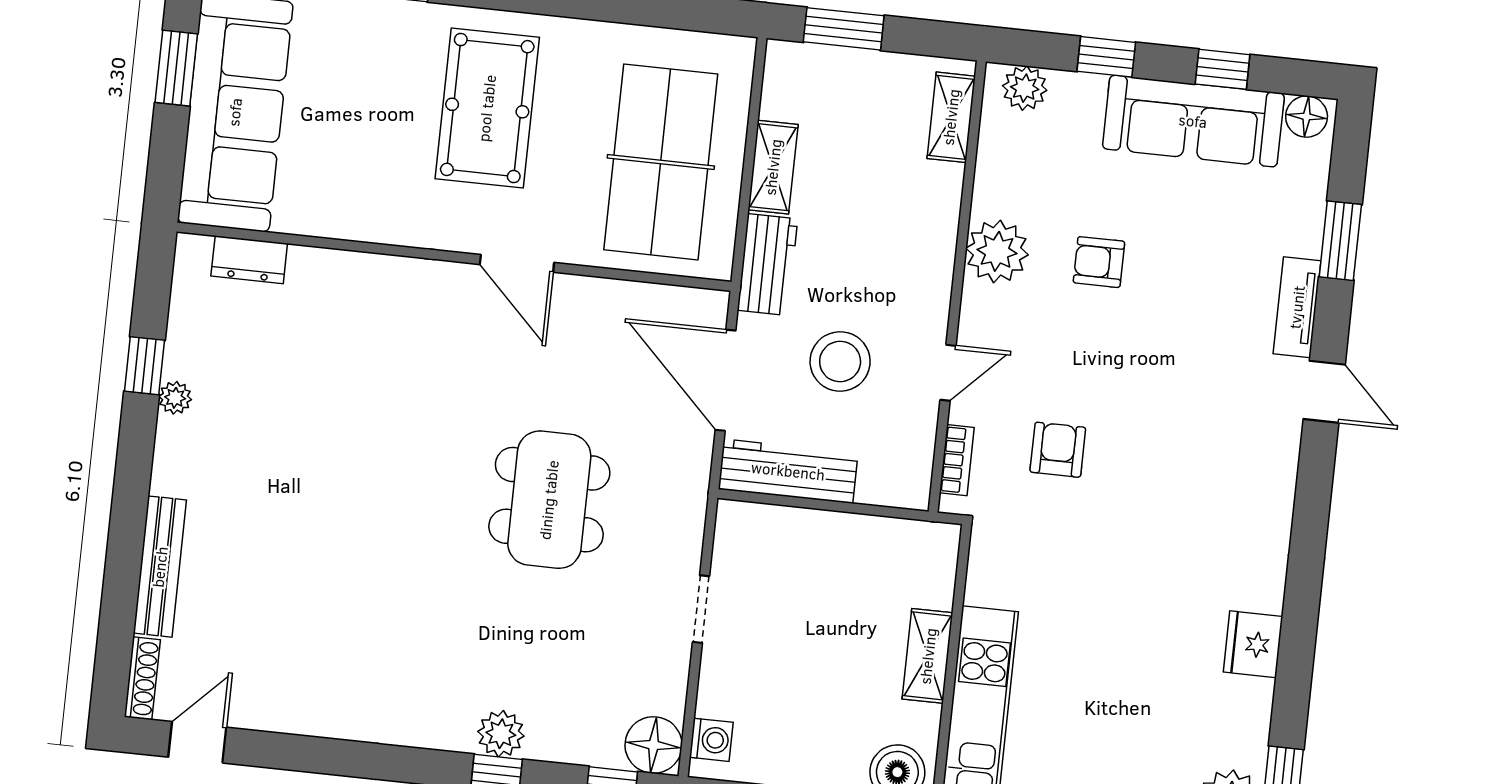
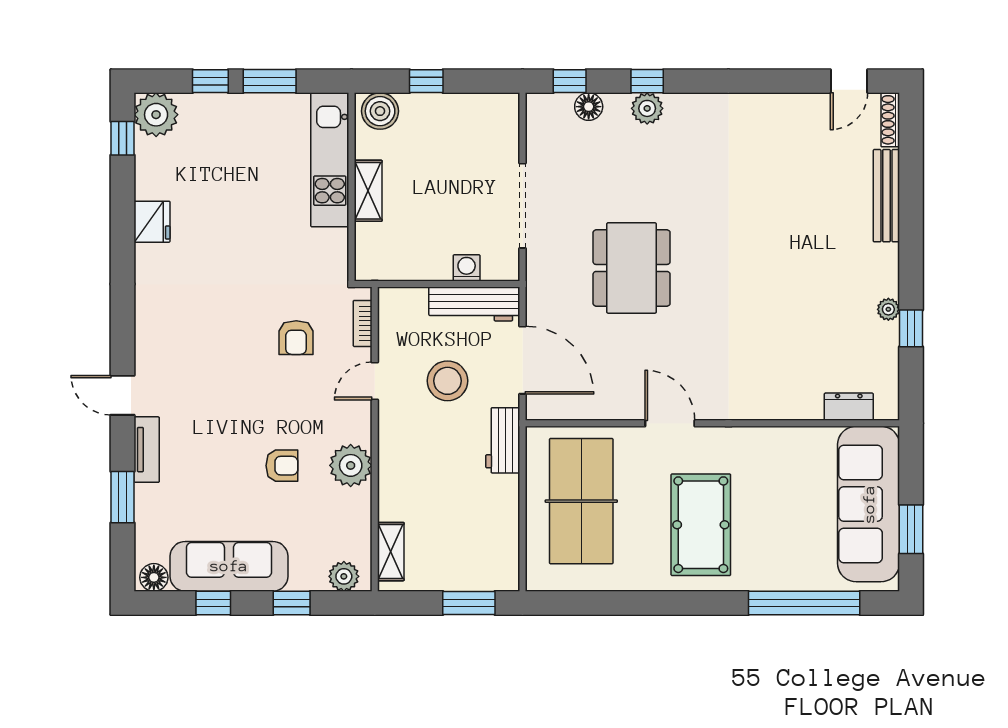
shelving: (773, 167) -> (506, 506), removed
doorway: (701, 609) -> (523, 206), width x1.88
washing machine: (711, 740) -> (467, 268), moved, turned 90
floor lamp: (654, 745) -> (589, 107), moved, width x0.73, depth x0.73

